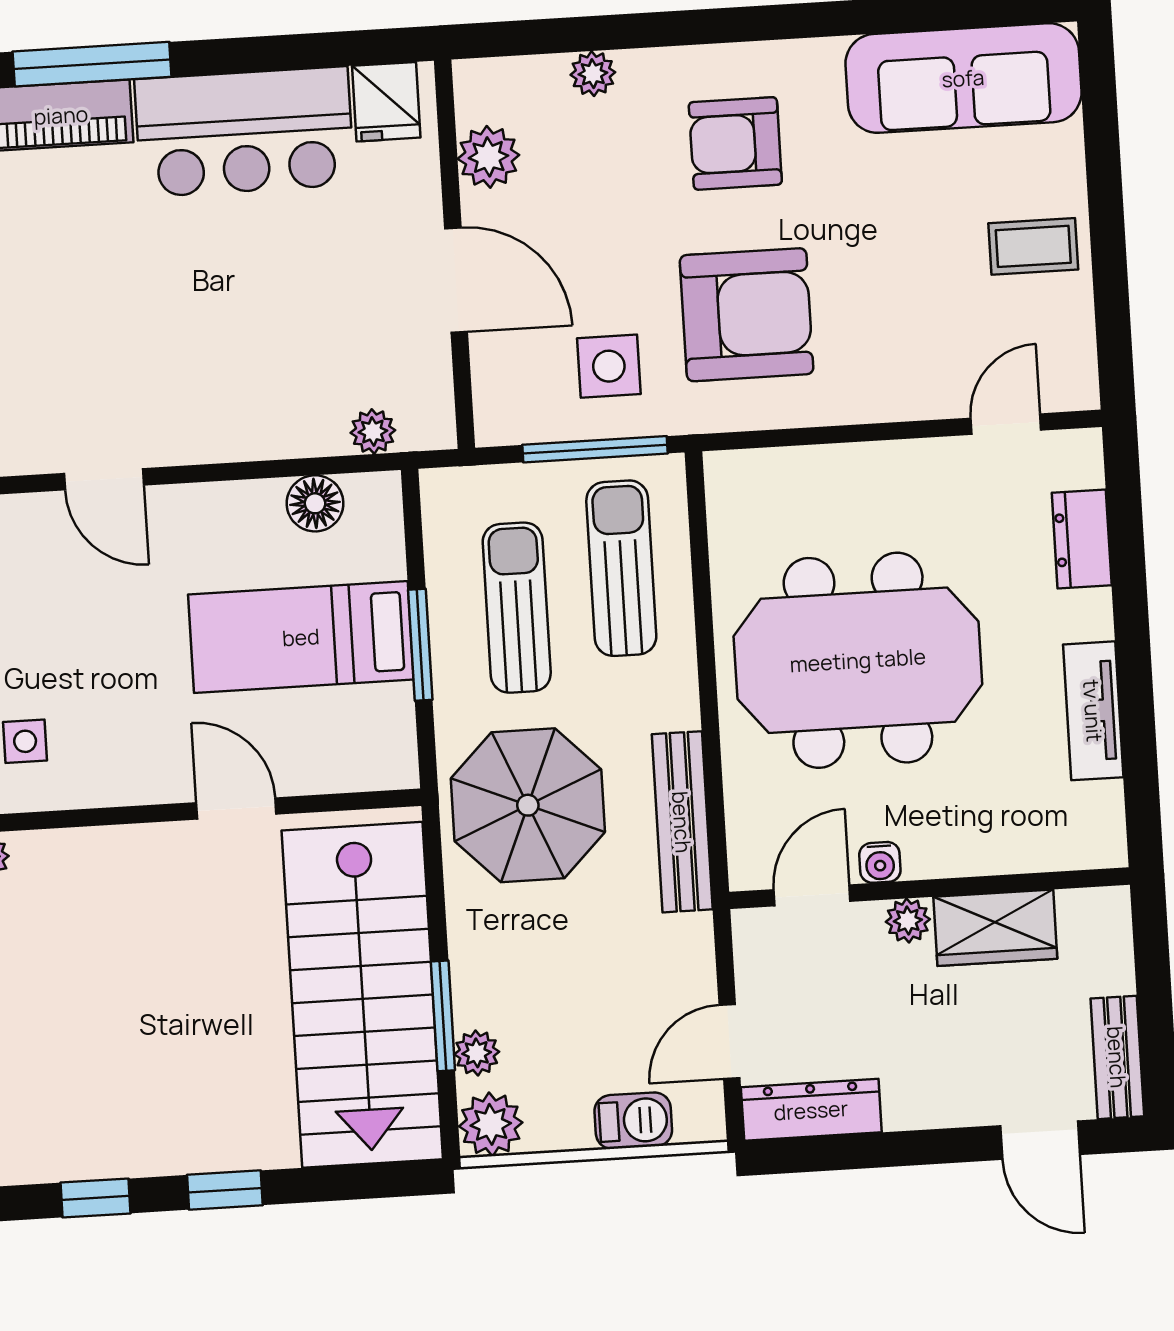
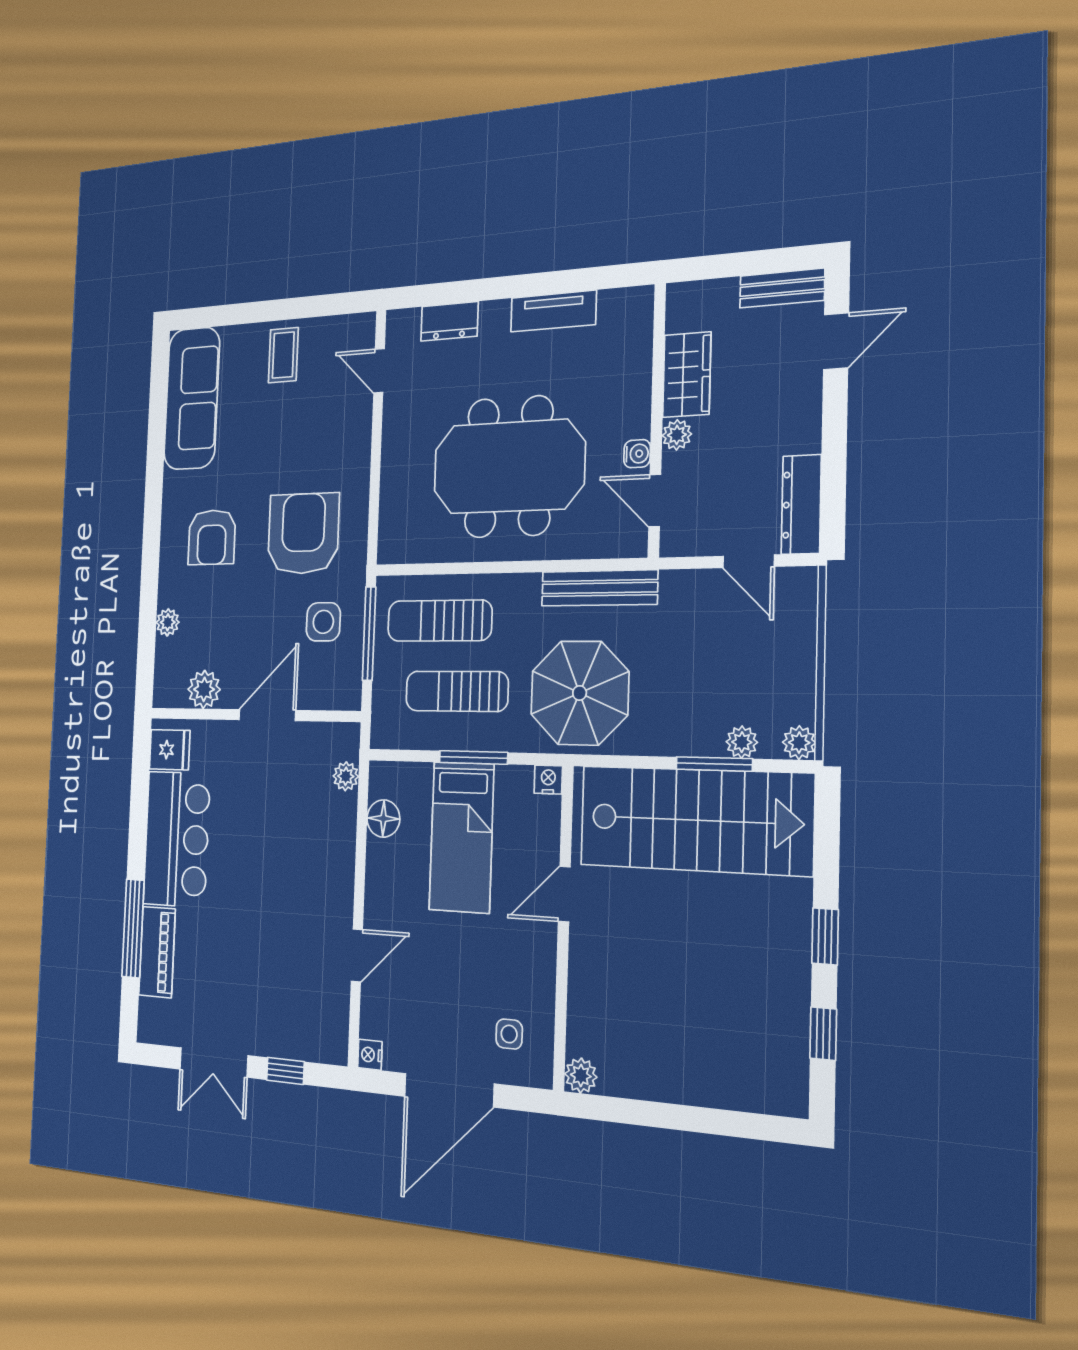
meeting table: (858, 660) -> (509, 467), turned 90
nightstand: (398, 768) -> (548, 780), added
barbecue: (633, 1121) -> (799, 633), removed
plant: (491, 1124) -> (799, 743), width x0.73, depth x0.73

